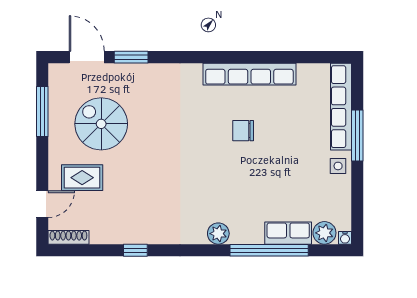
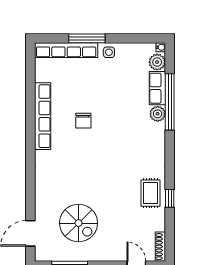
window: (131, 57) -> (30, 201), removed
spiral stairs: (101, 124) -> (79, 223), turned -90
rug: (82, 178) -> (150, 193), moved
plant: (218, 234) -> (158, 114), moved

